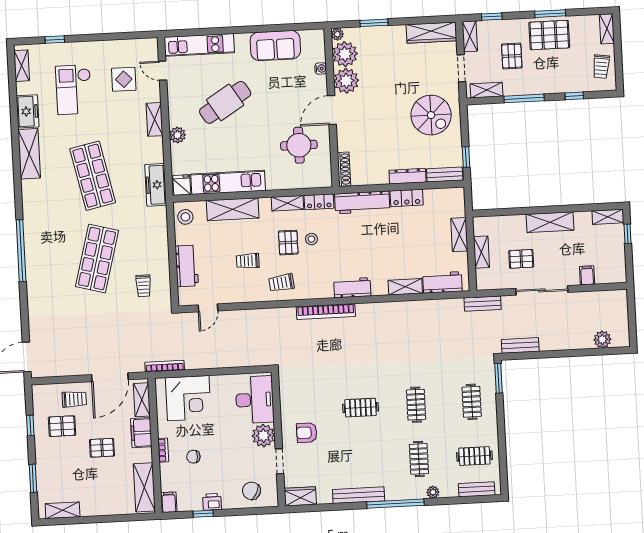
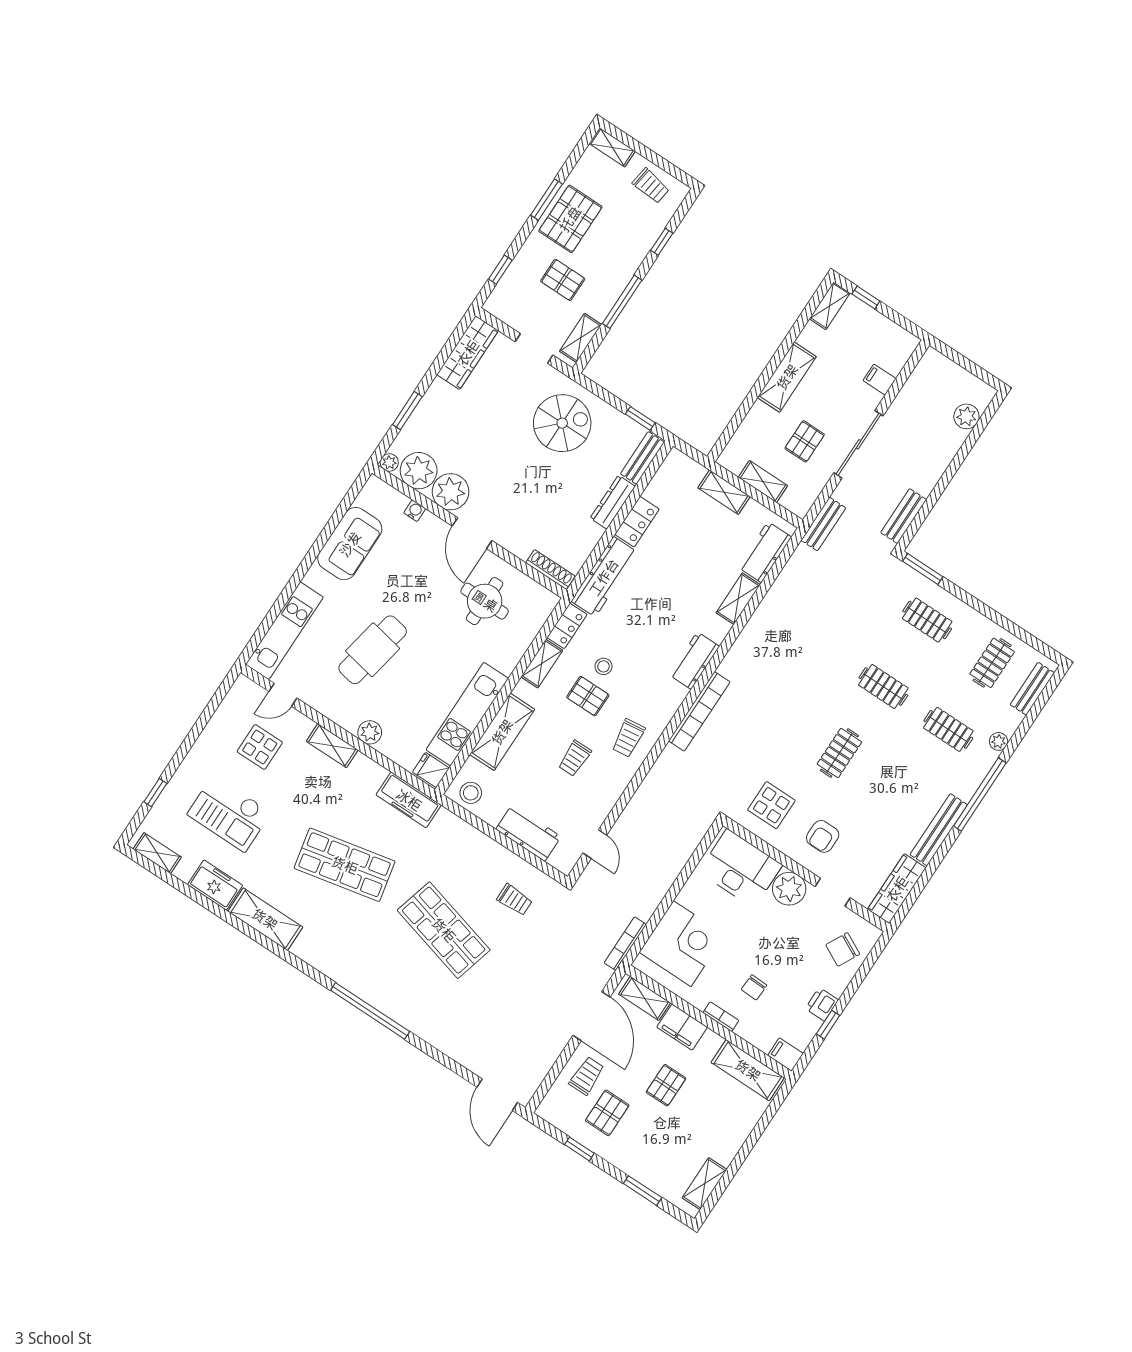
shelving: (470, 36) -> (504, 312), removed
cafe table: (225, 102) -> (373, 650), turned 43
display table: (303, 391) -> (771, 805), added
wardrobe: (300, 496) -> (897, 889), width x1.50

